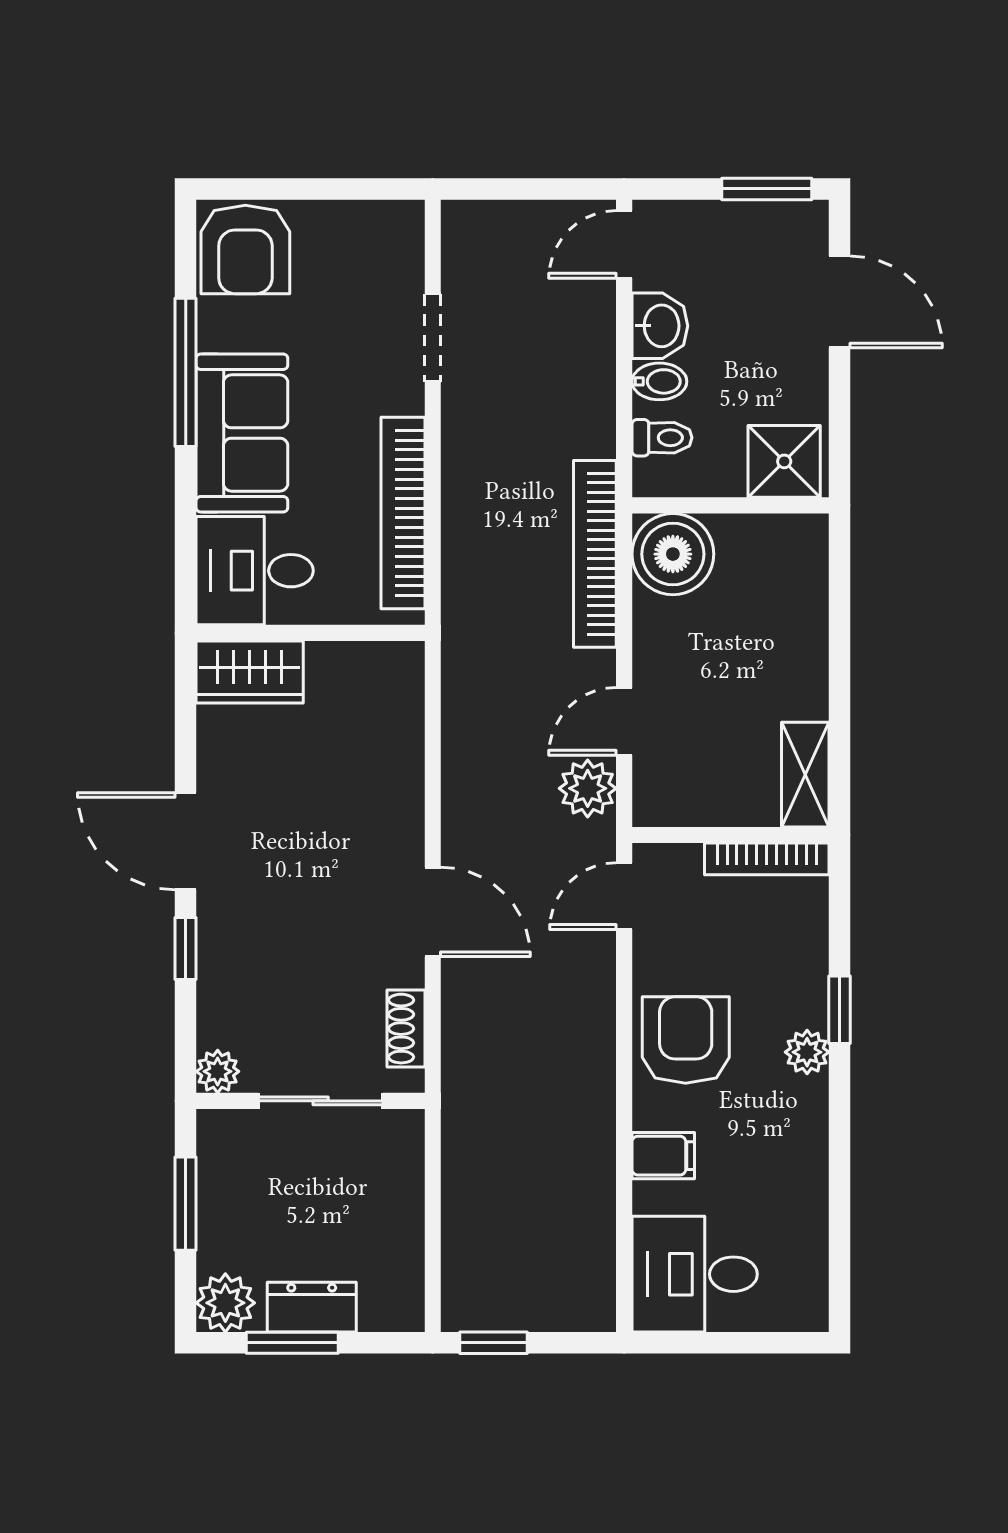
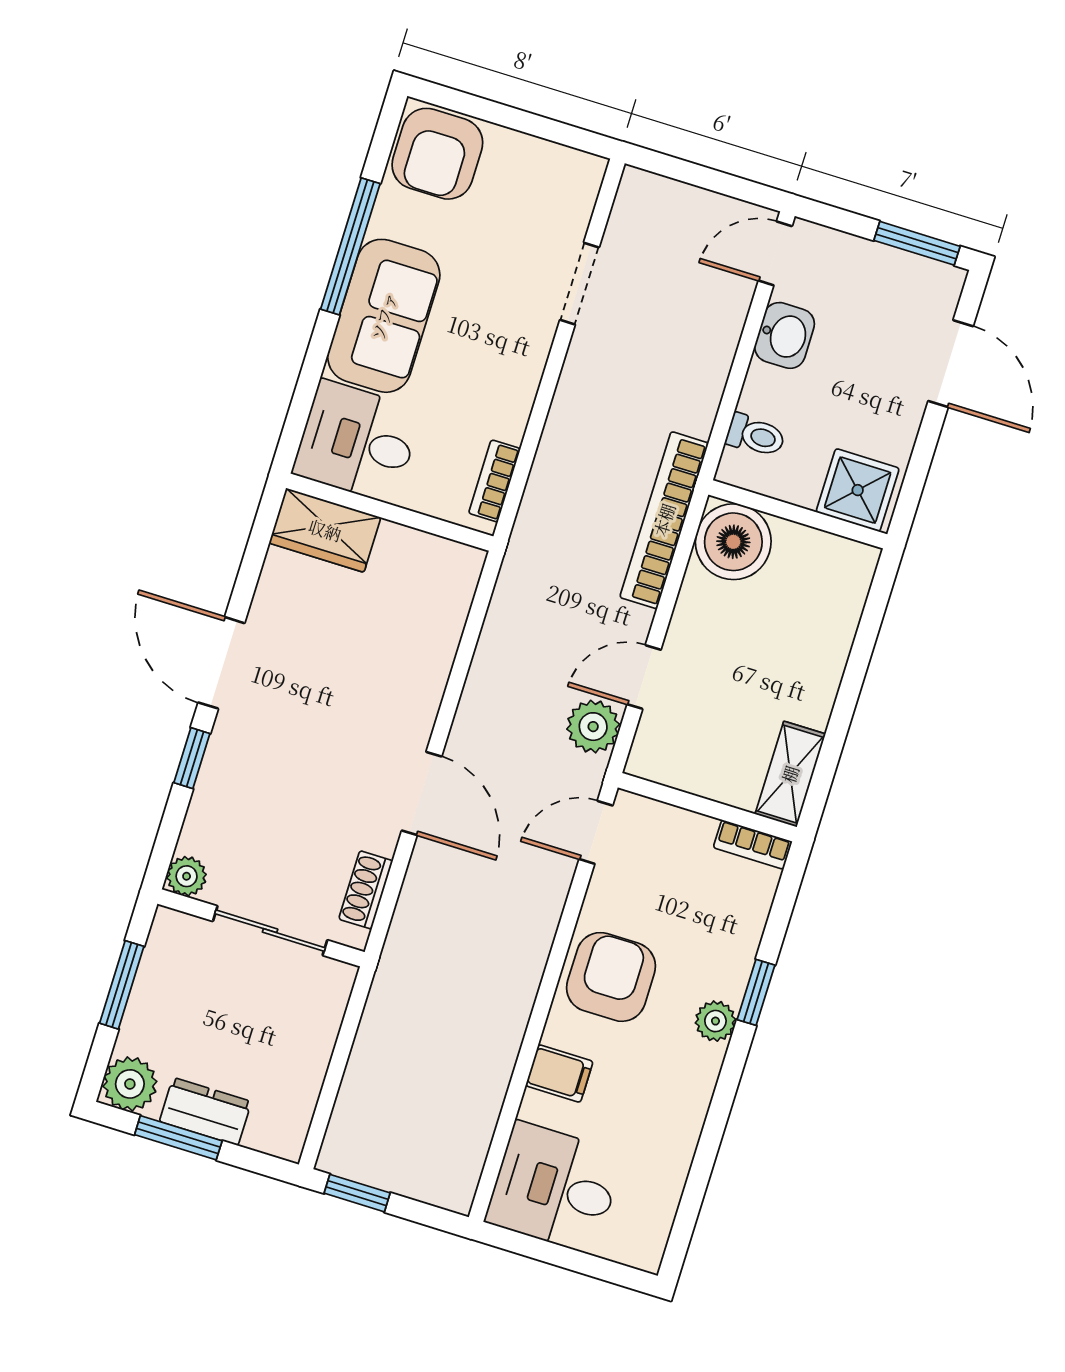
bidet: (659, 381) -> (769, 385), removed
bookcase: (403, 513) -> (494, 481), width x0.43, depth x0.76
bookcase: (767, 859) -> (753, 845), width x0.64

